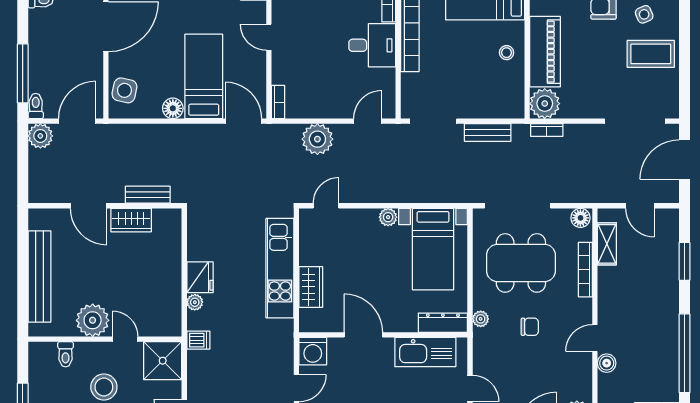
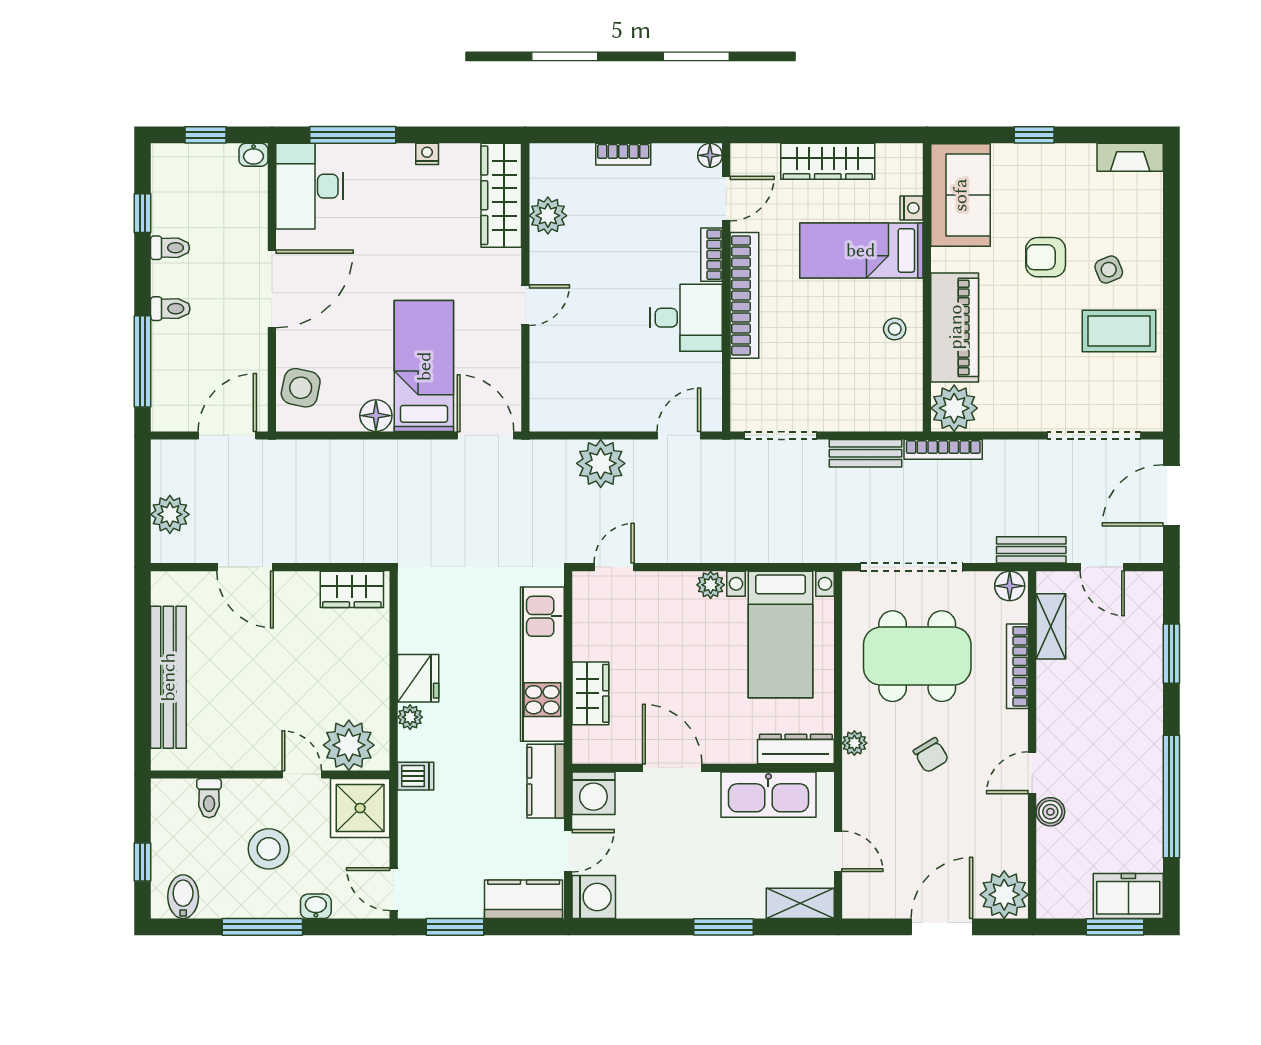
door: (269, 37) -> (525, 305), swing flipped
bookcase: (278, 102) -> (540, 406), removed
toilet: (36, 106) -> (170, 309), moved, turned 90
bookcase: (547, 130) -> (943, 449), width x1.56
plant: (40, 136) -> (170, 514), moved
bench: (148, 195) -> (1031, 550), moved
wardrobe: (131, 220) -> (352, 589), moved
plant: (93, 320) -> (349, 745), moved
chair: (530, 327) -> (931, 755), turned 59
kitchen counter: (282, 343) -> (546, 781), added

